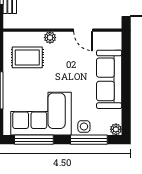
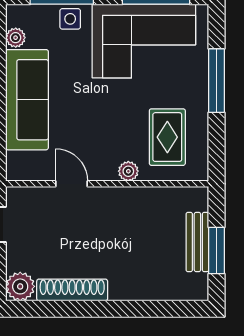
rug: (27, 57) -> (167, 137), turned 90
plant: (116, 129) -> (16, 38), moved

